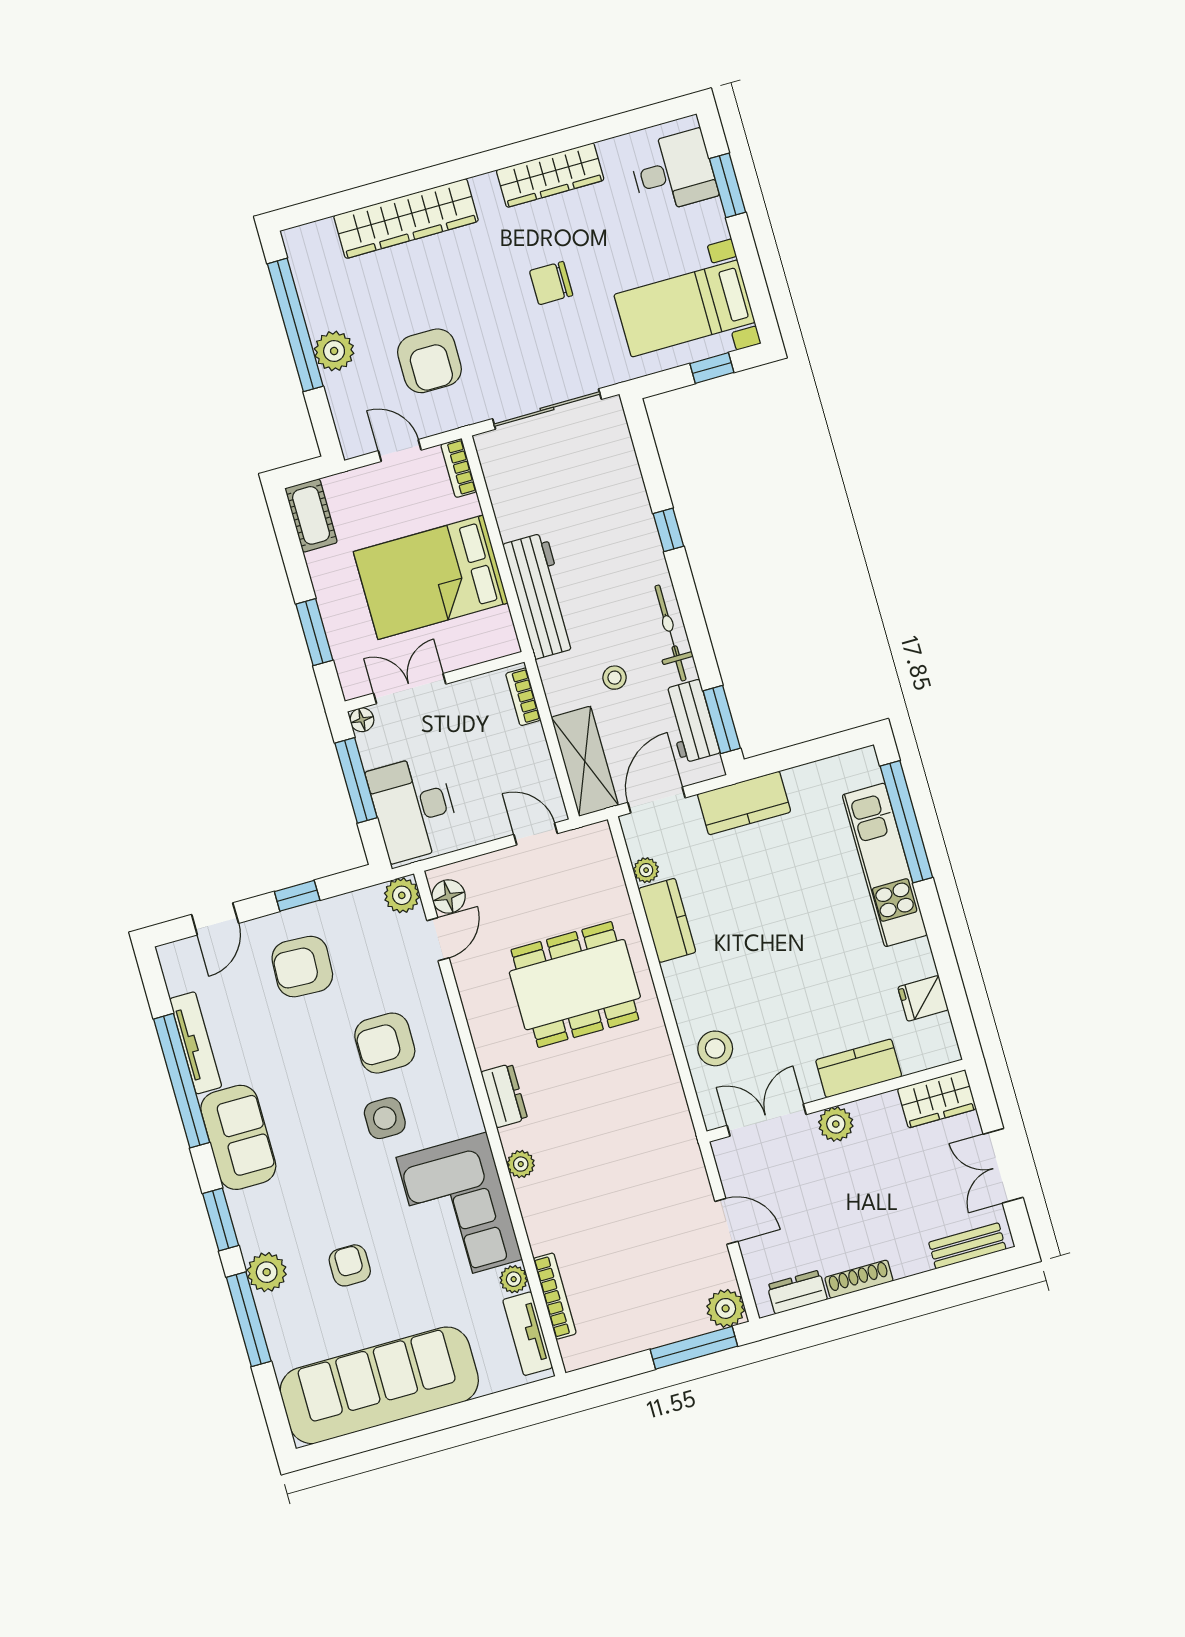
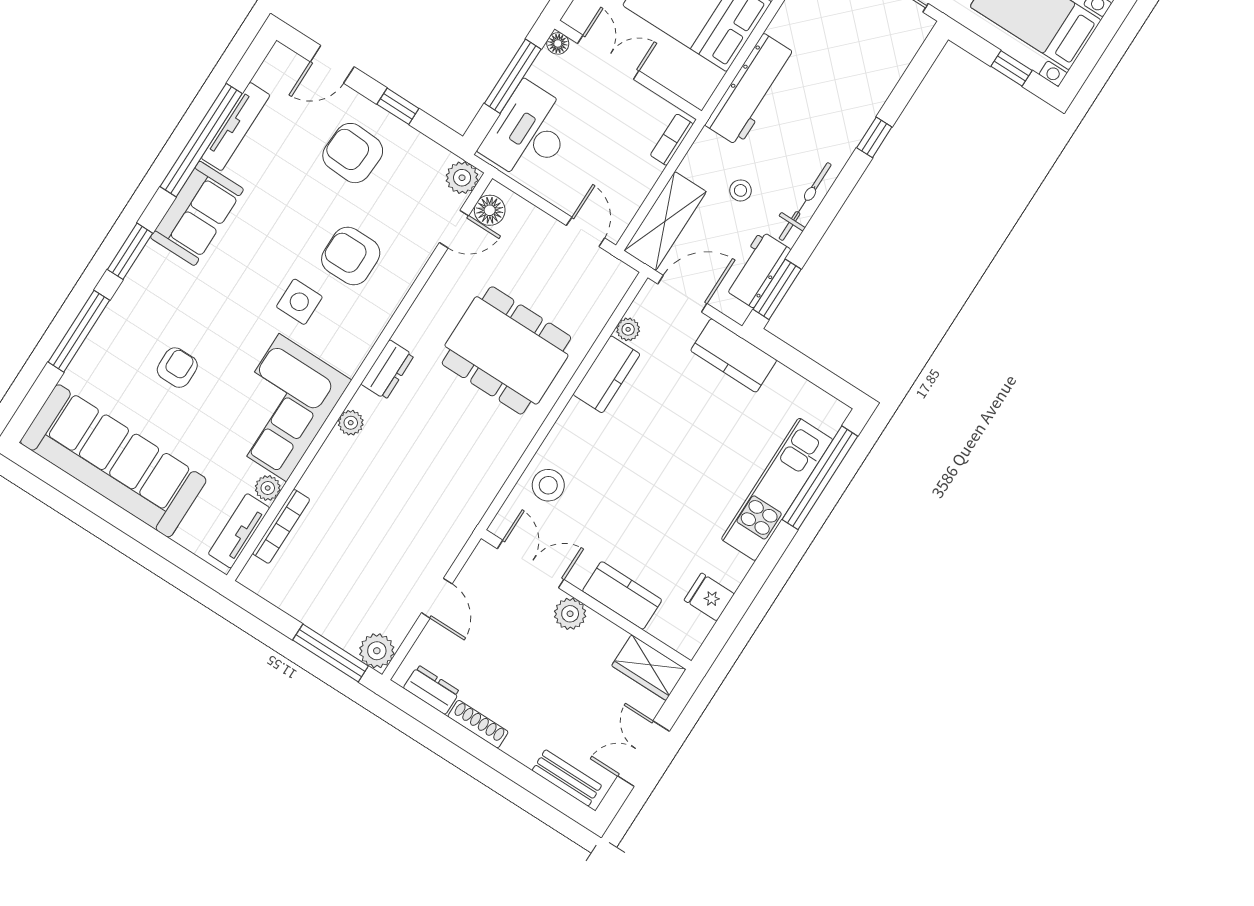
plant: (267, 1272) -> (122, 315), removed

